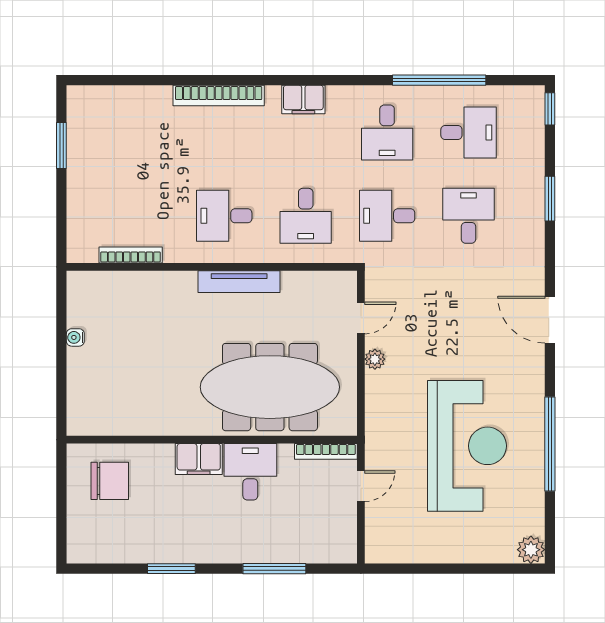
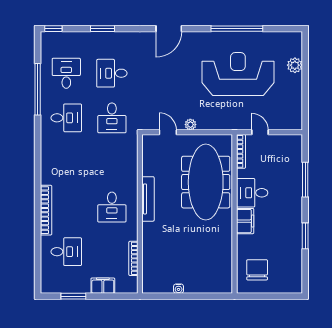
filing cabinet: (303, 100) -> (103, 286), moved, turned -90
desk: (306, 216) -> (66, 252), moved
plant: (531, 550) -> (295, 65), moved

